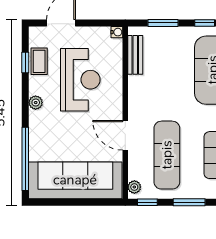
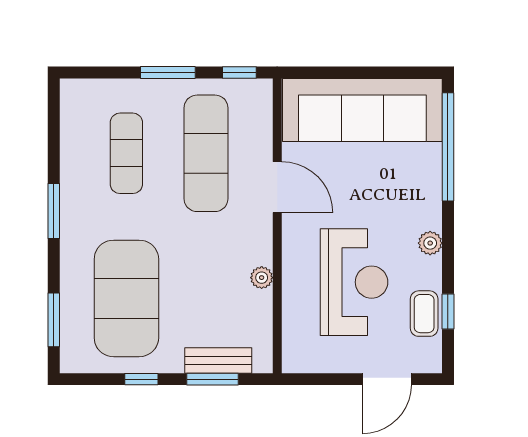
water cooler: (117, 32) -> (291, 363), removed
bench: (135, 55) -> (218, 361), moved, turned 90
reception desk: (80, 80) -> (354, 282), turned 180
plant: (134, 187) -> (262, 278), moved

